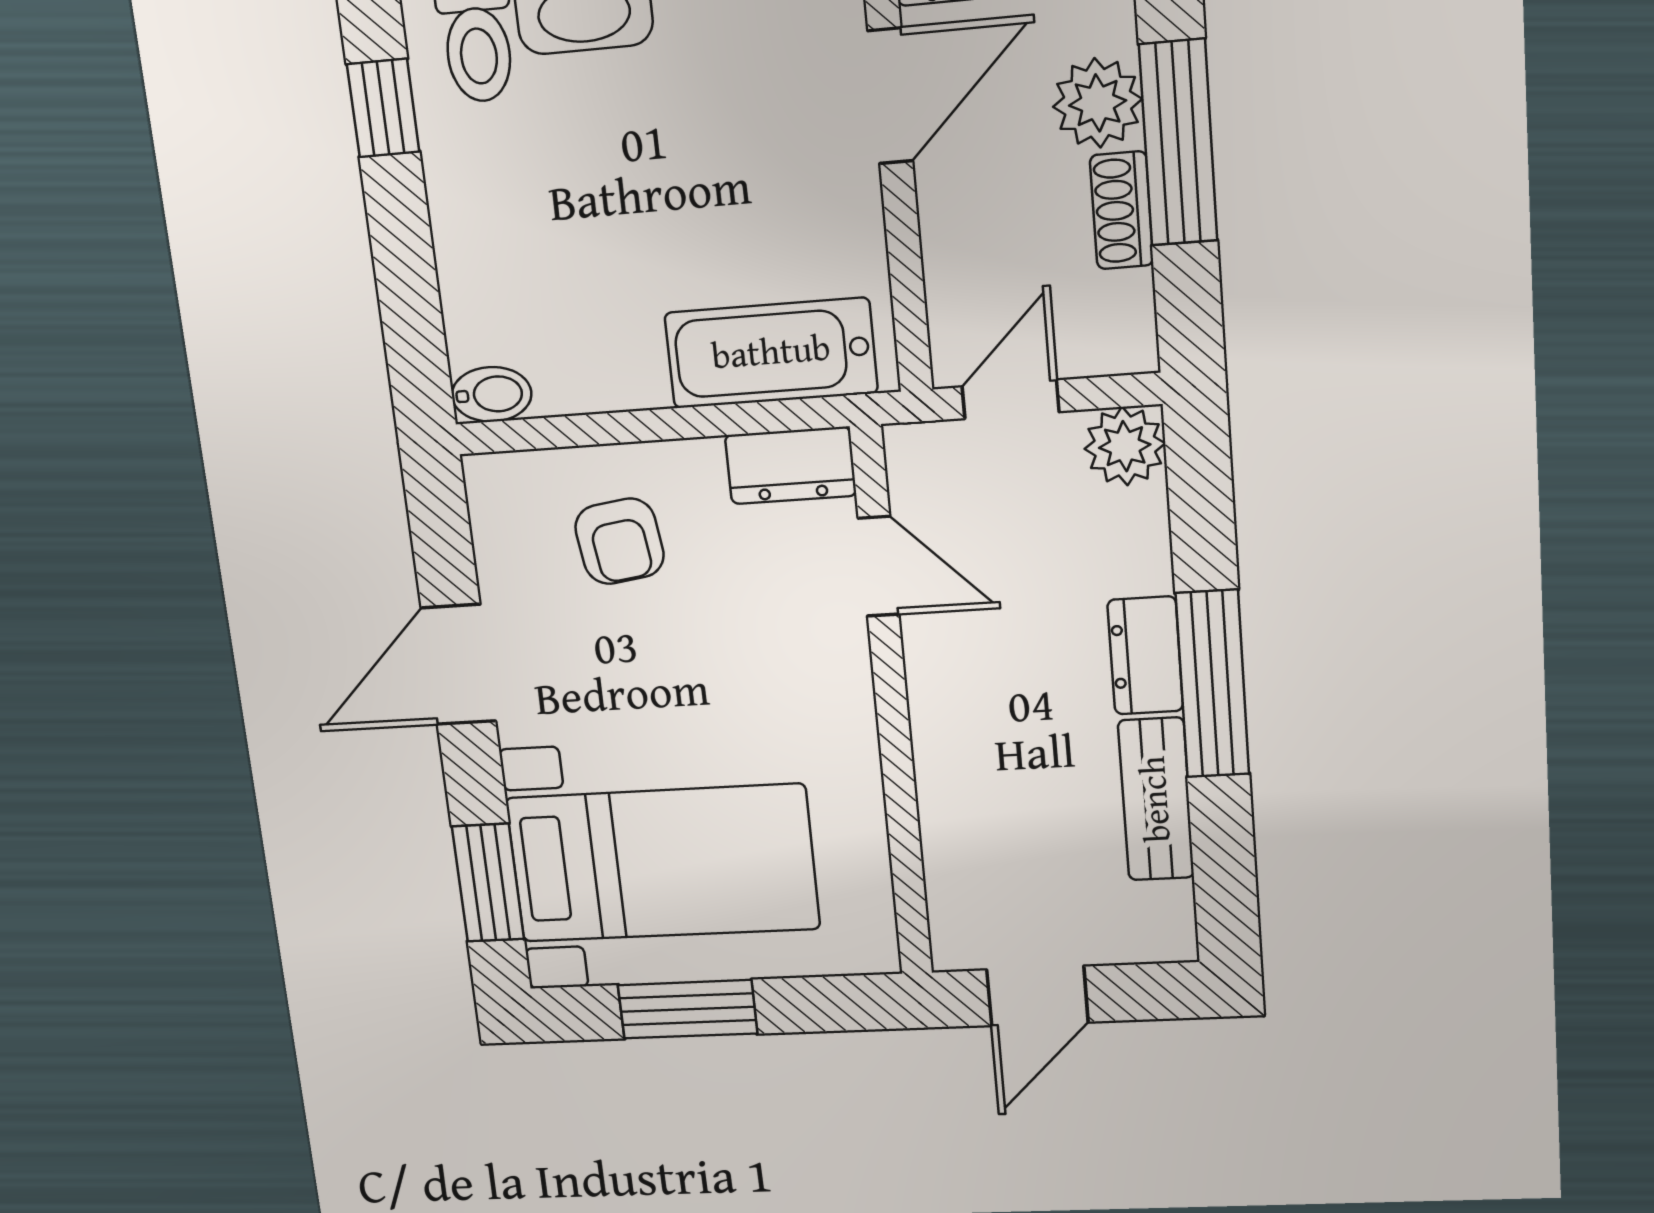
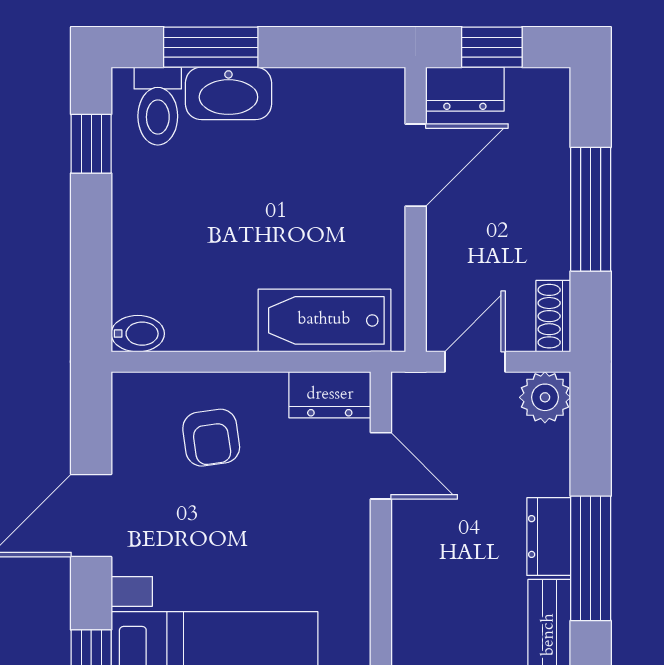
plant: (1098, 103) -> (543, 181), removed
shoe rack: (1122, 210) -> (553, 316), moved

